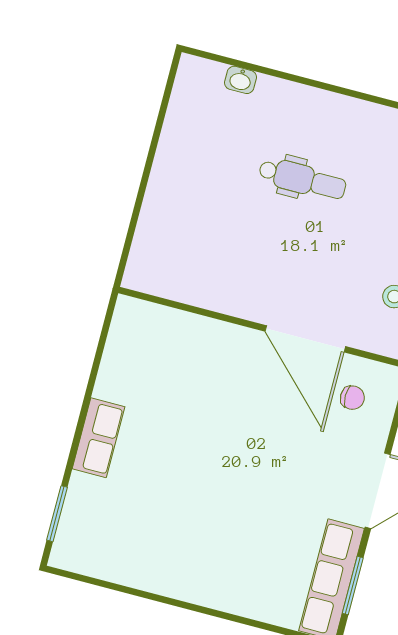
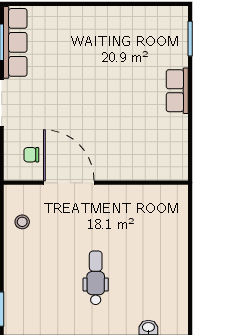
dental chair: (302, 179) -> (96, 278), turned 90

